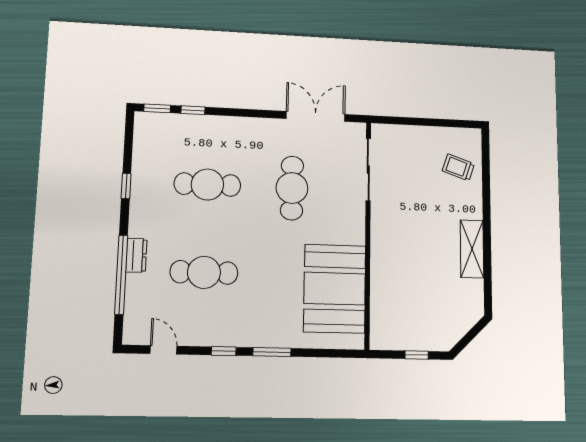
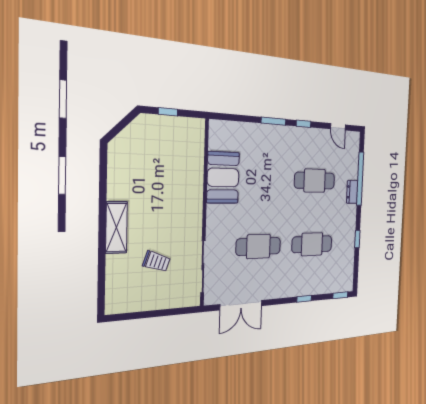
window: (193, 110) -> (304, 299), moved
trolley: (458, 167) -> (156, 261), moved
cafe table: (292, 188) -> (258, 246), turned 90
shelving: (472, 249) -> (116, 227), moved
booth: (335, 289) -> (223, 178), width x0.73, depth x0.70

